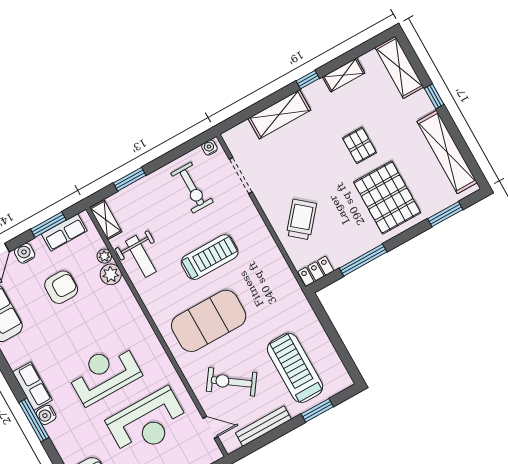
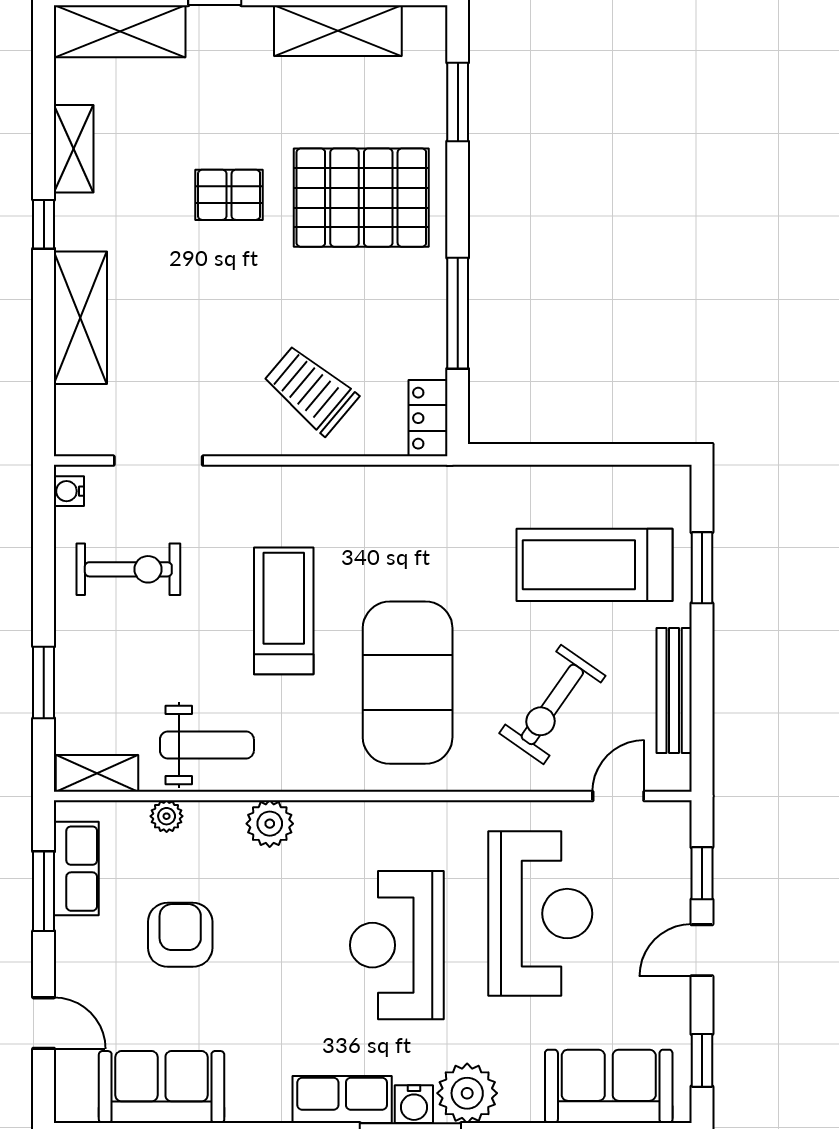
shelving: (447, 152) -> (338, 31), width x0.68
water cooler: (25, 253) -> (74, 969), removed
plant: (111, 274) -> (270, 824), moved
plant: (62, 433) -> (467, 1093), added

